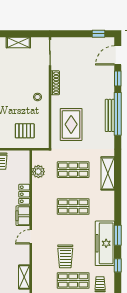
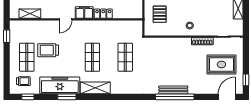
door: (118, 55) -> (227, 97), hinge flipped
window: (118, 78) -> (206, 97), removed
rug: (71, 124) -> (221, 65), moved
plant: (38, 172) -> (124, 26), removed
shelving: (108, 173) -> (95, 88), moved
door: (31, 237) -> (65, 19), swing flipped
window: (118, 265) -> (28, 97), moved

